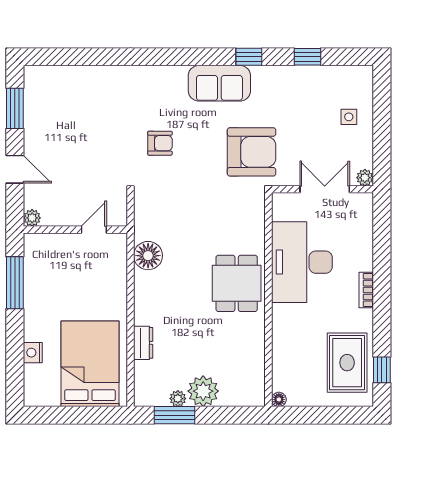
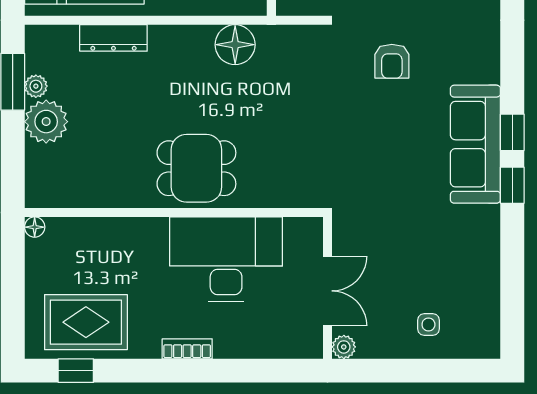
window: (307, 57) -> (512, 132), moved
sofa: (219, 83) -> (475, 144), width x1.36
armchair: (252, 152) -> (380, 189), removed
dresser: (143, 343) -> (113, 38), width x1.44

